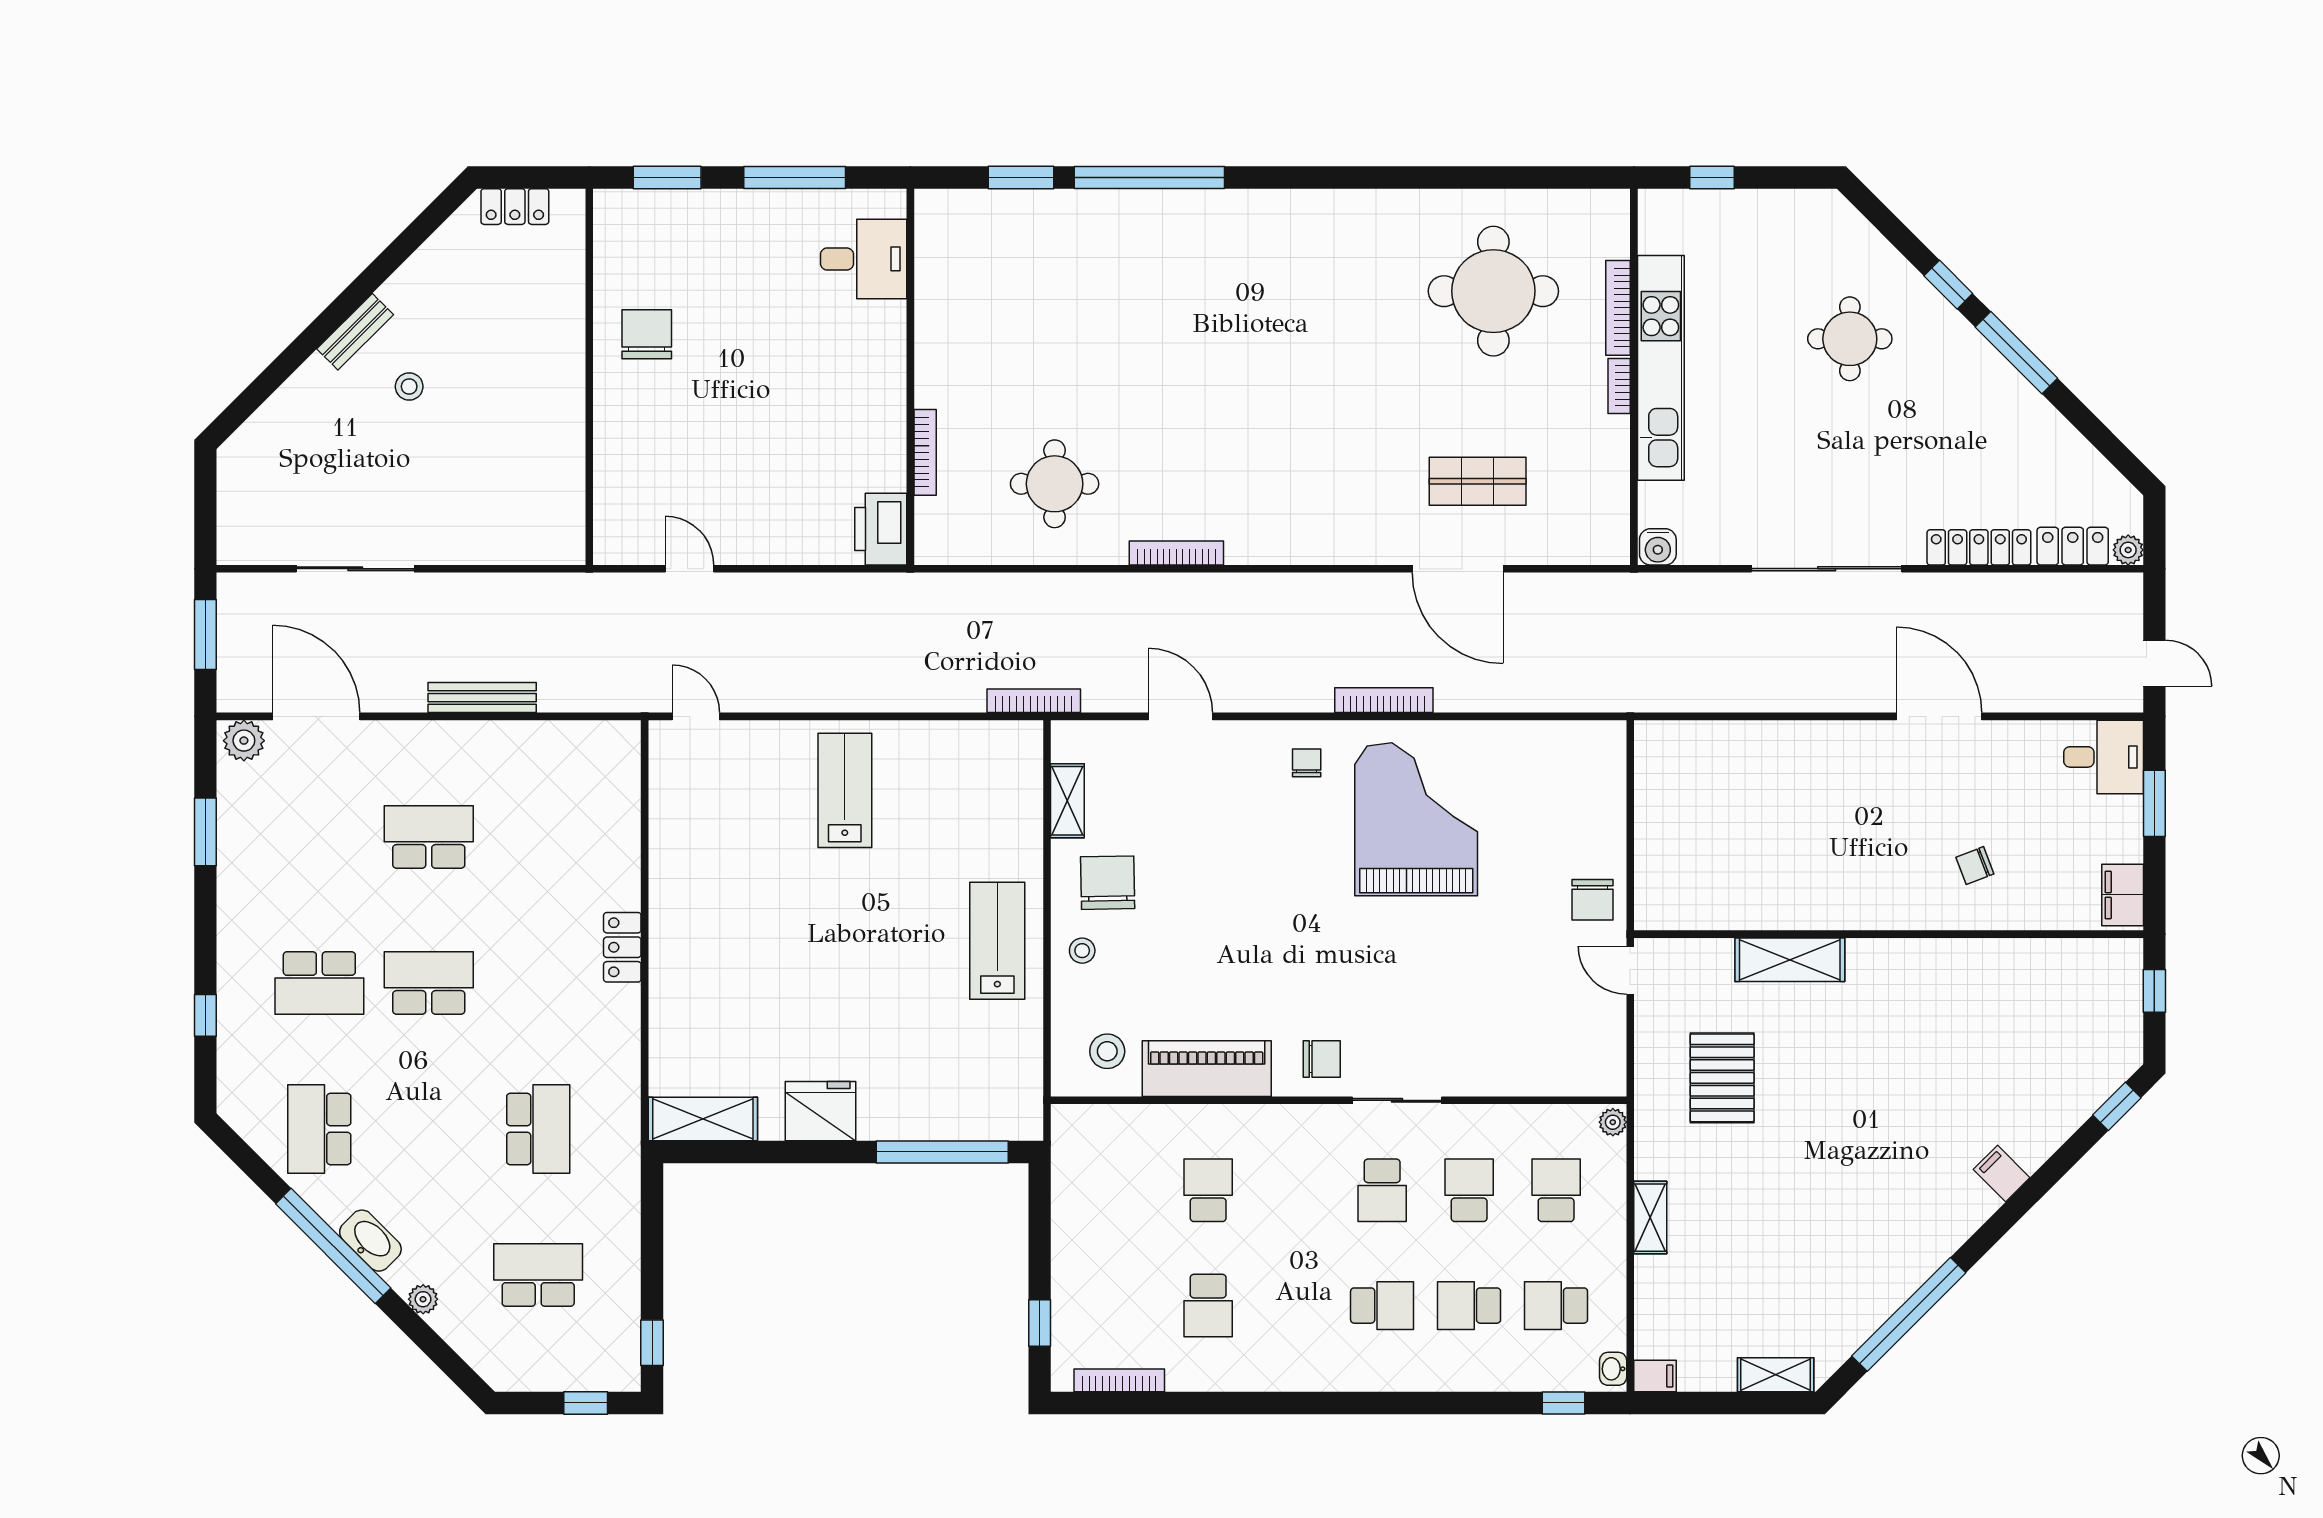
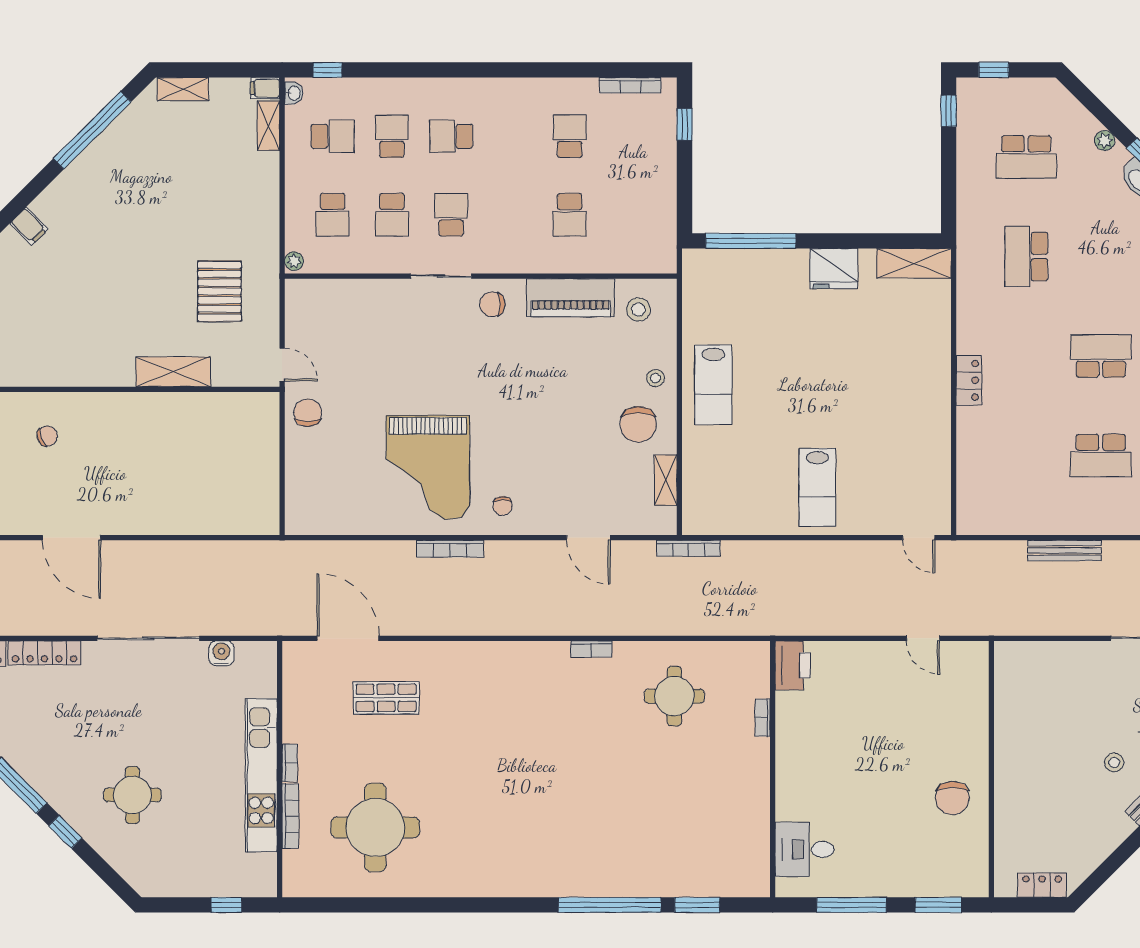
bookcase: (925, 452) -> (763, 718), width x0.64
water cooler: (1658, 547) -> (221, 653), moved
bookcase: (1176, 553) -> (591, 649), width x0.64
door: (1458, 569) -> (348, 638), moved
school desk: (429, 983) -> (1101, 356), turned 180
shelving: (1650, 1218) -> (268, 126), moved
school desk: (1469, 1306) -> (392, 136), turned -90

